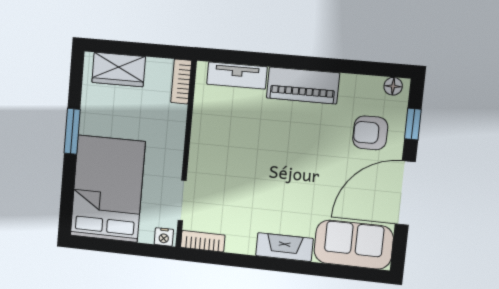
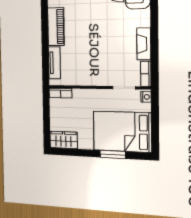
wardrobe: (119, 70) -> (64, 140), moved, turned -90
window: (72, 131) -> (113, 154), moved
fireplace: (284, 247) -> (144, 44), moved

